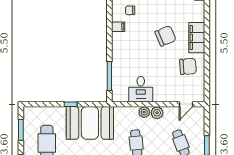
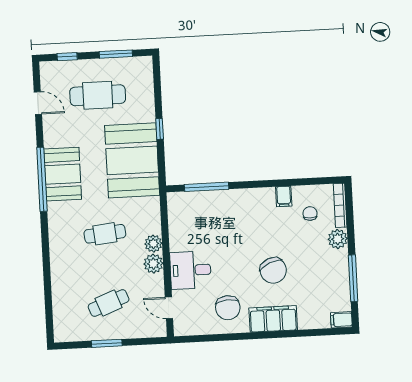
desk: (141, 89) -> (190, 270), moved

